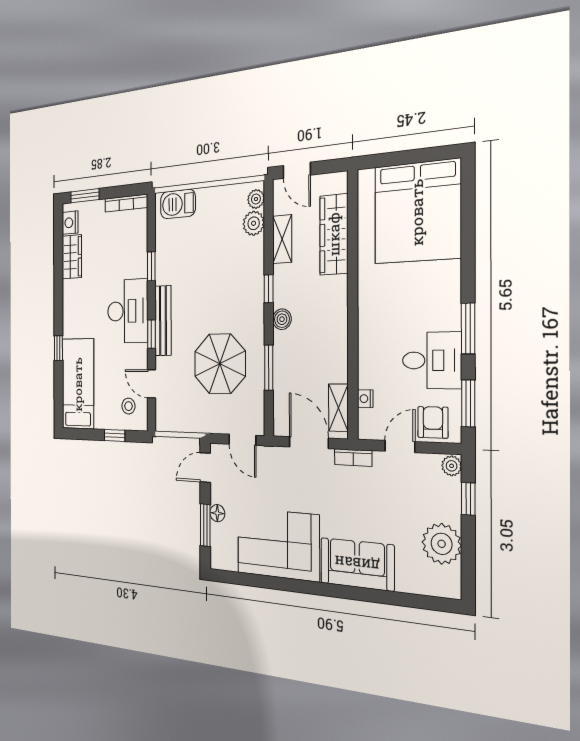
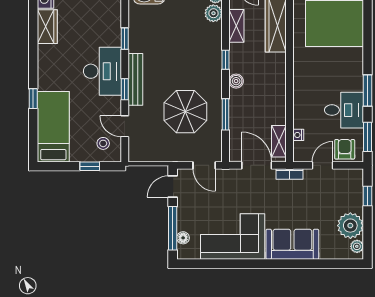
plant: (452, 466) -> (357, 246), moved
floor lamp: (217, 513) -> (183, 238), moved
window: (205, 525) -> (173, 228), width x1.44

